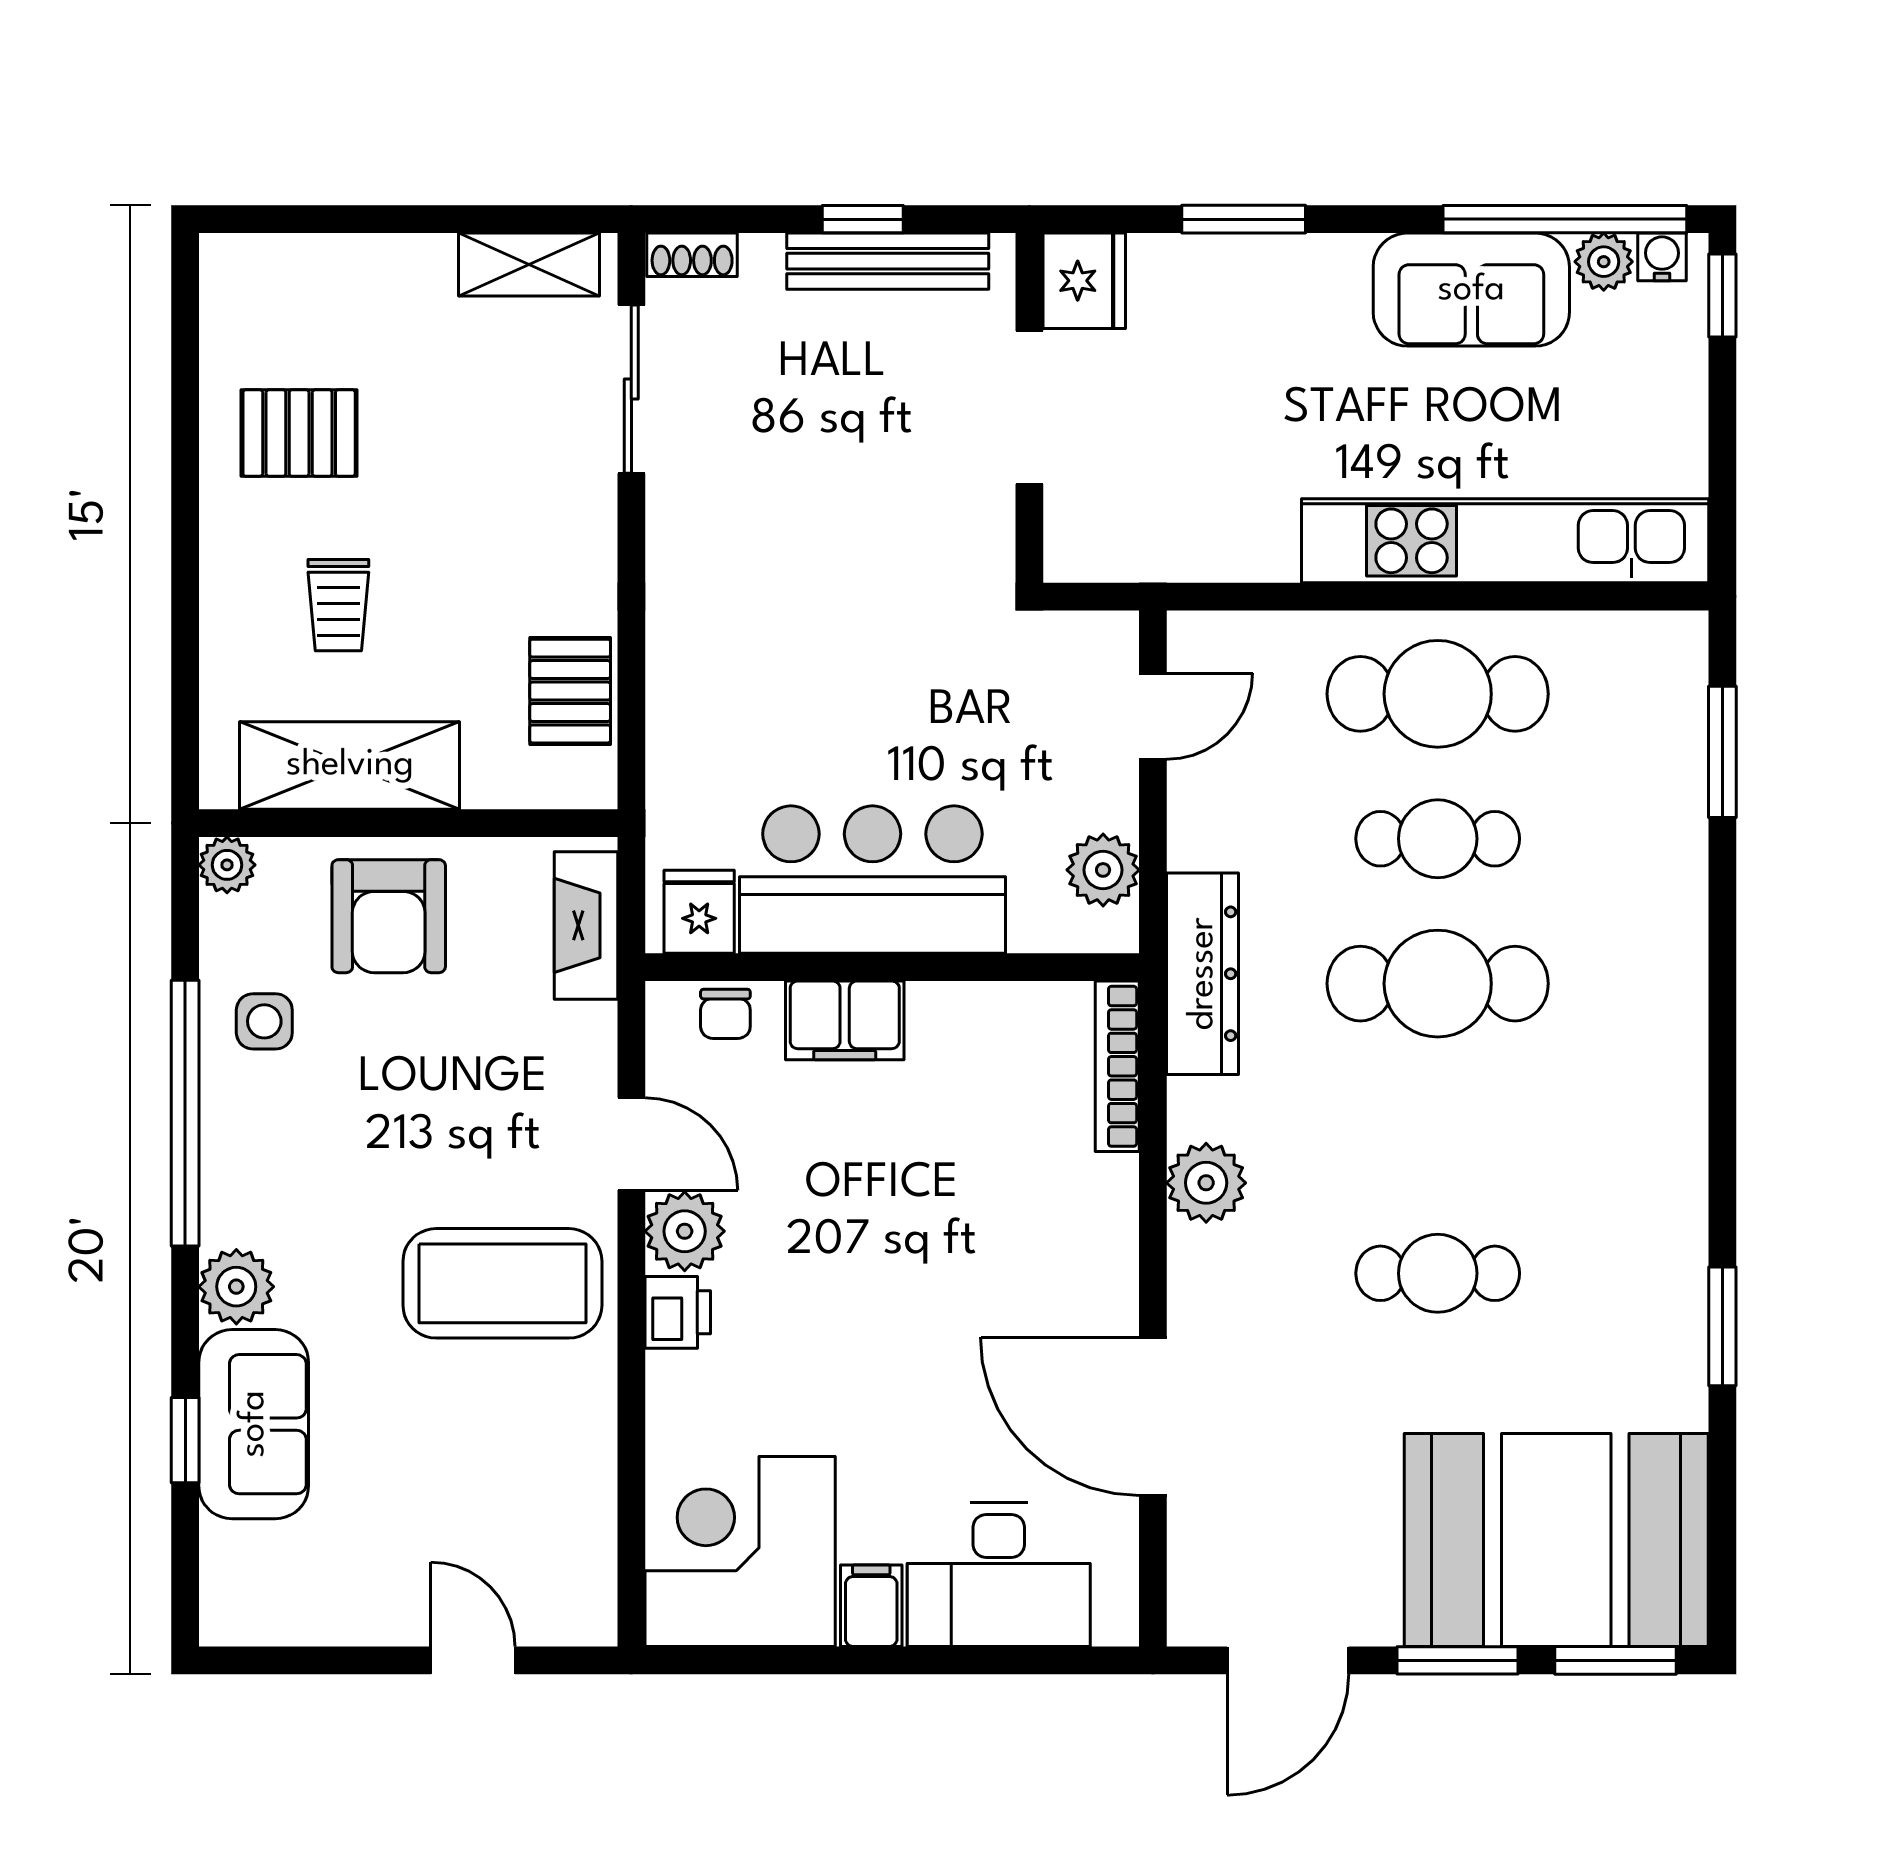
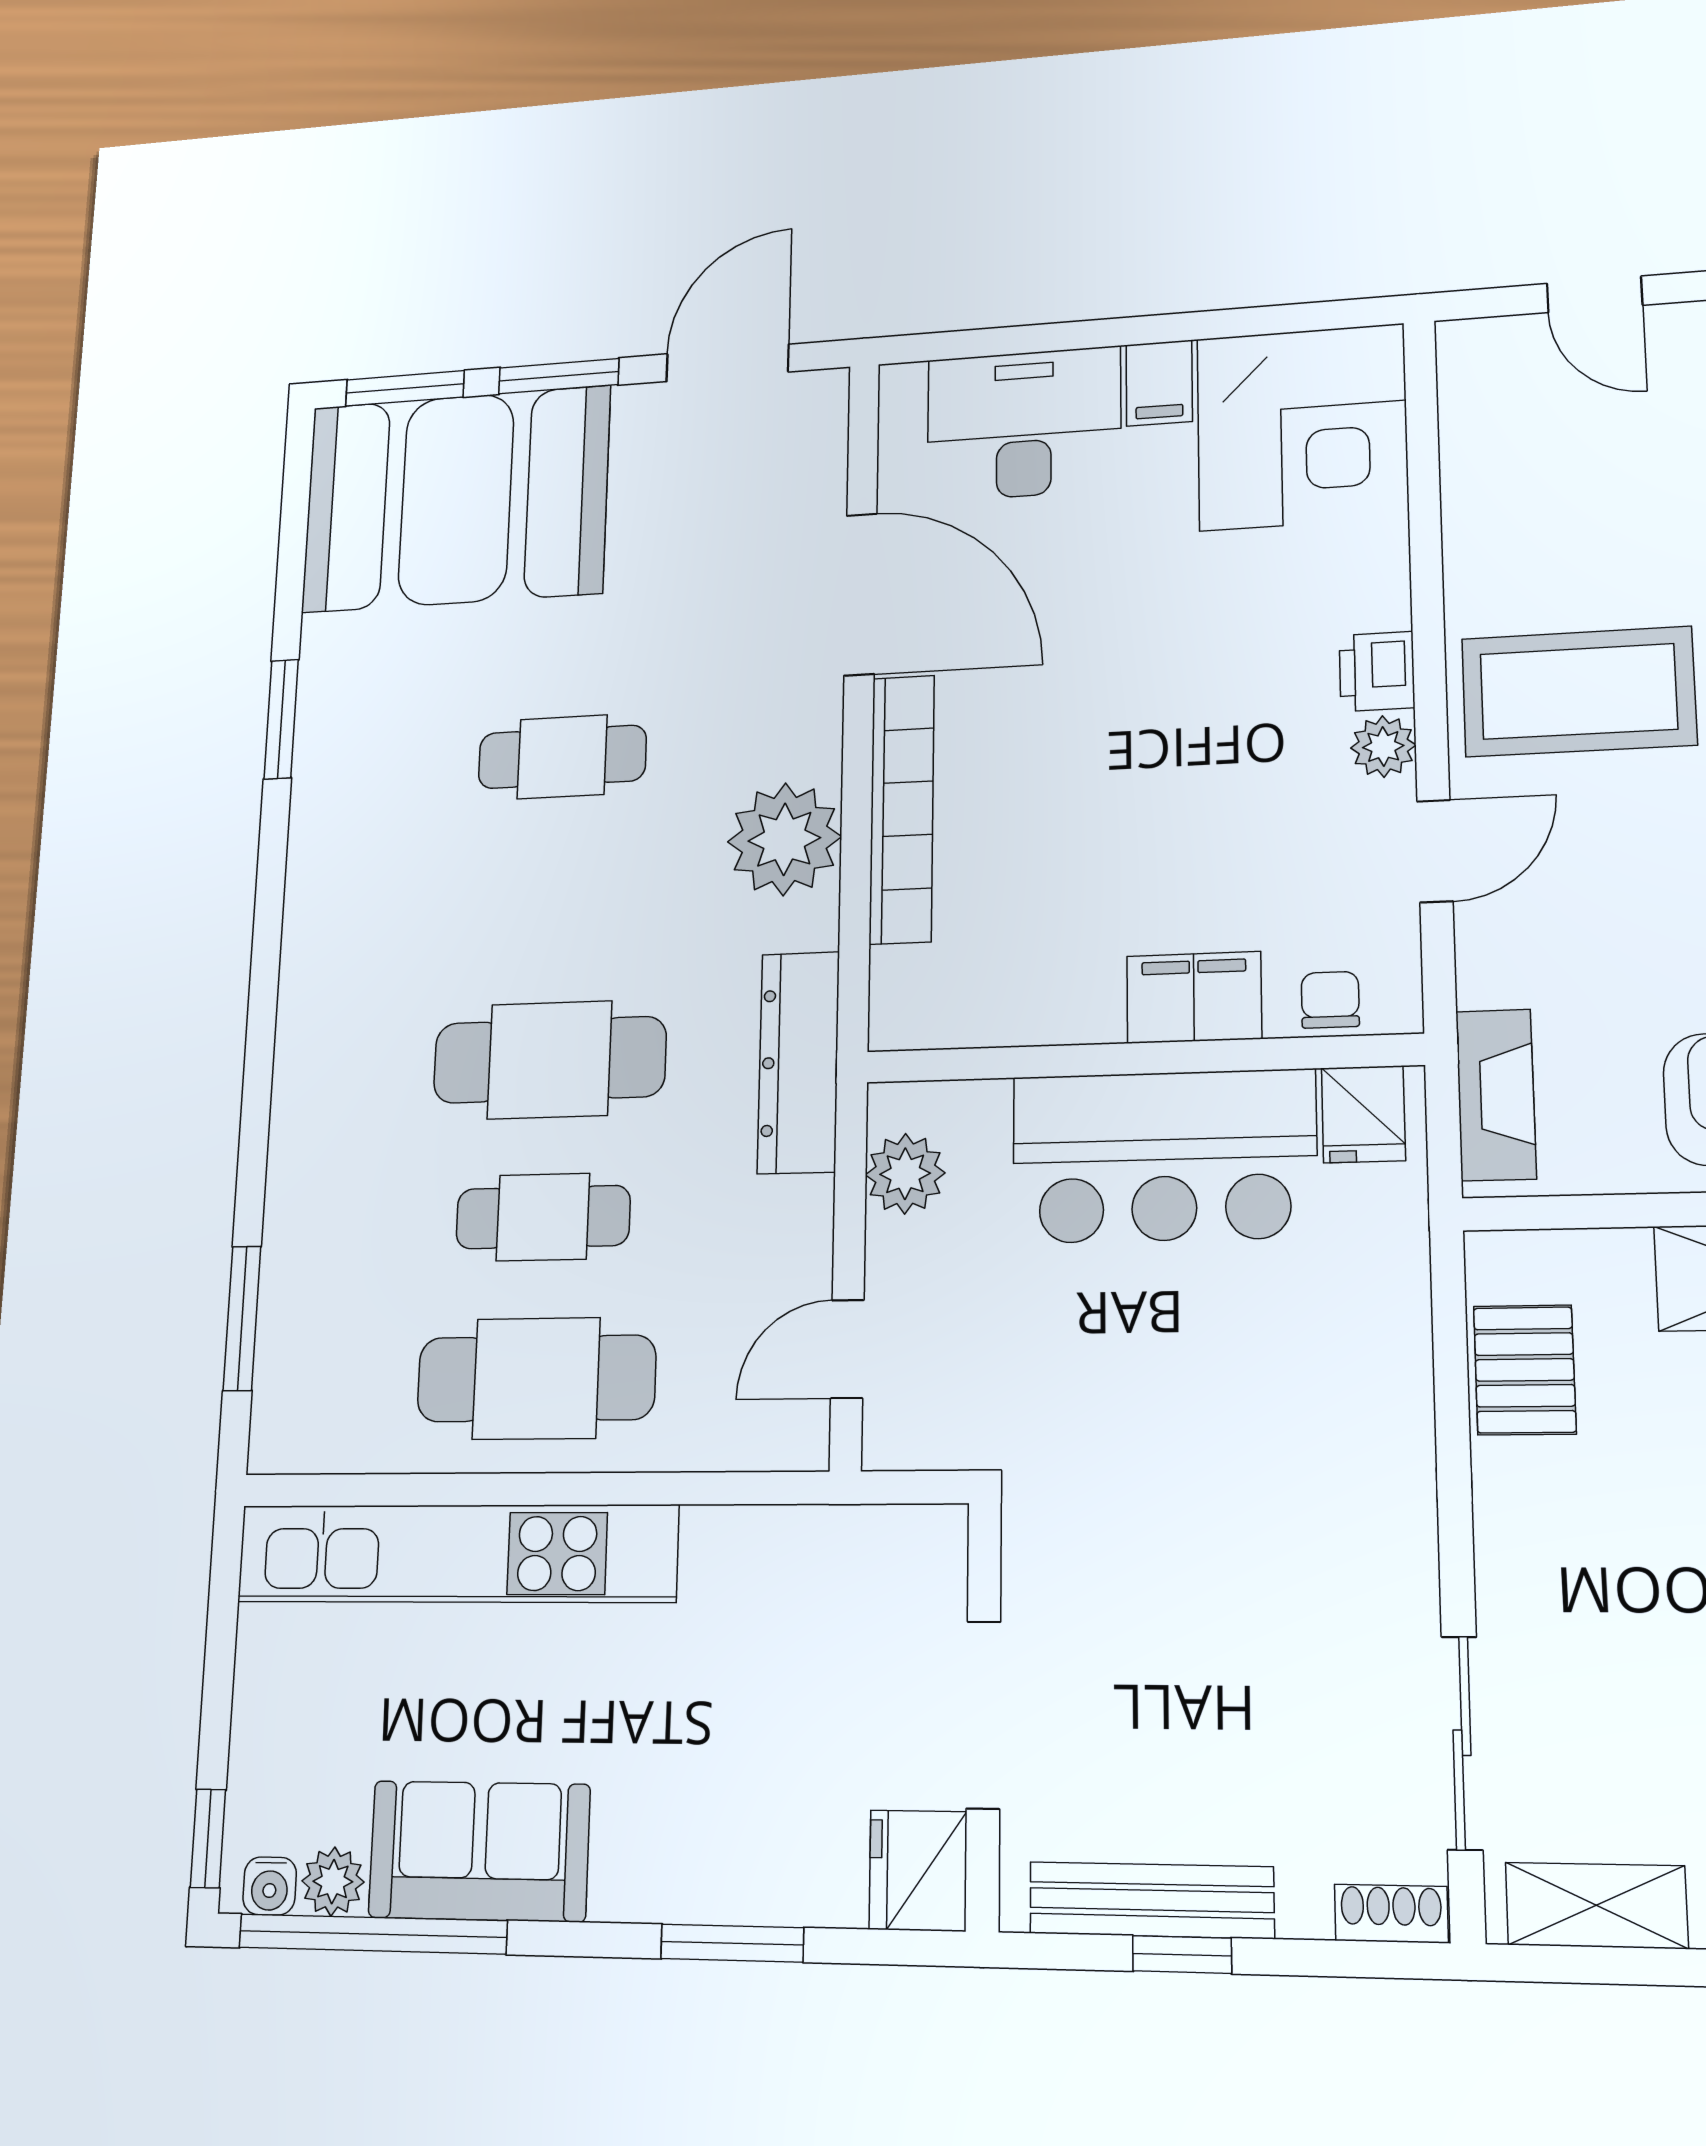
bookcase: (1117, 1066) -> (902, 809), moved, width x1.48, depth x1.31
door: (631, 1144) -> (1435, 851), swing flipped
plant: (1206, 1183) -> (784, 839), width x1.36, depth x1.36
plant: (685, 1231) -> (1383, 747), width x0.73, depth x0.73

